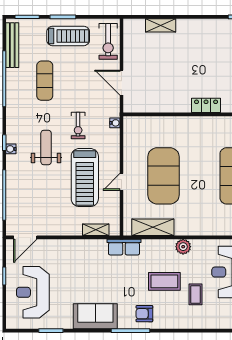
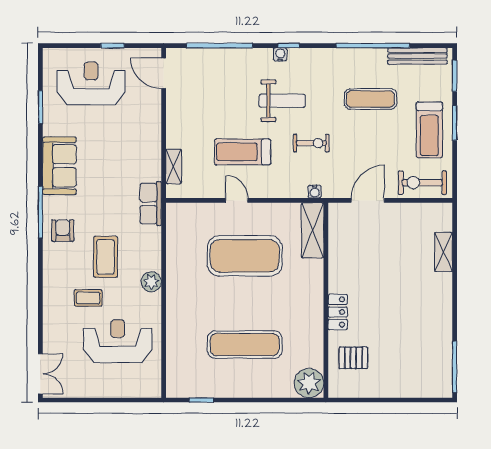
exercise bike: (78, 125) -> (311, 143), turned 180
treadmill: (85, 178) -> (243, 152), width x0.73, depth x0.73
shelving: (153, 227) -> (313, 230), moved

